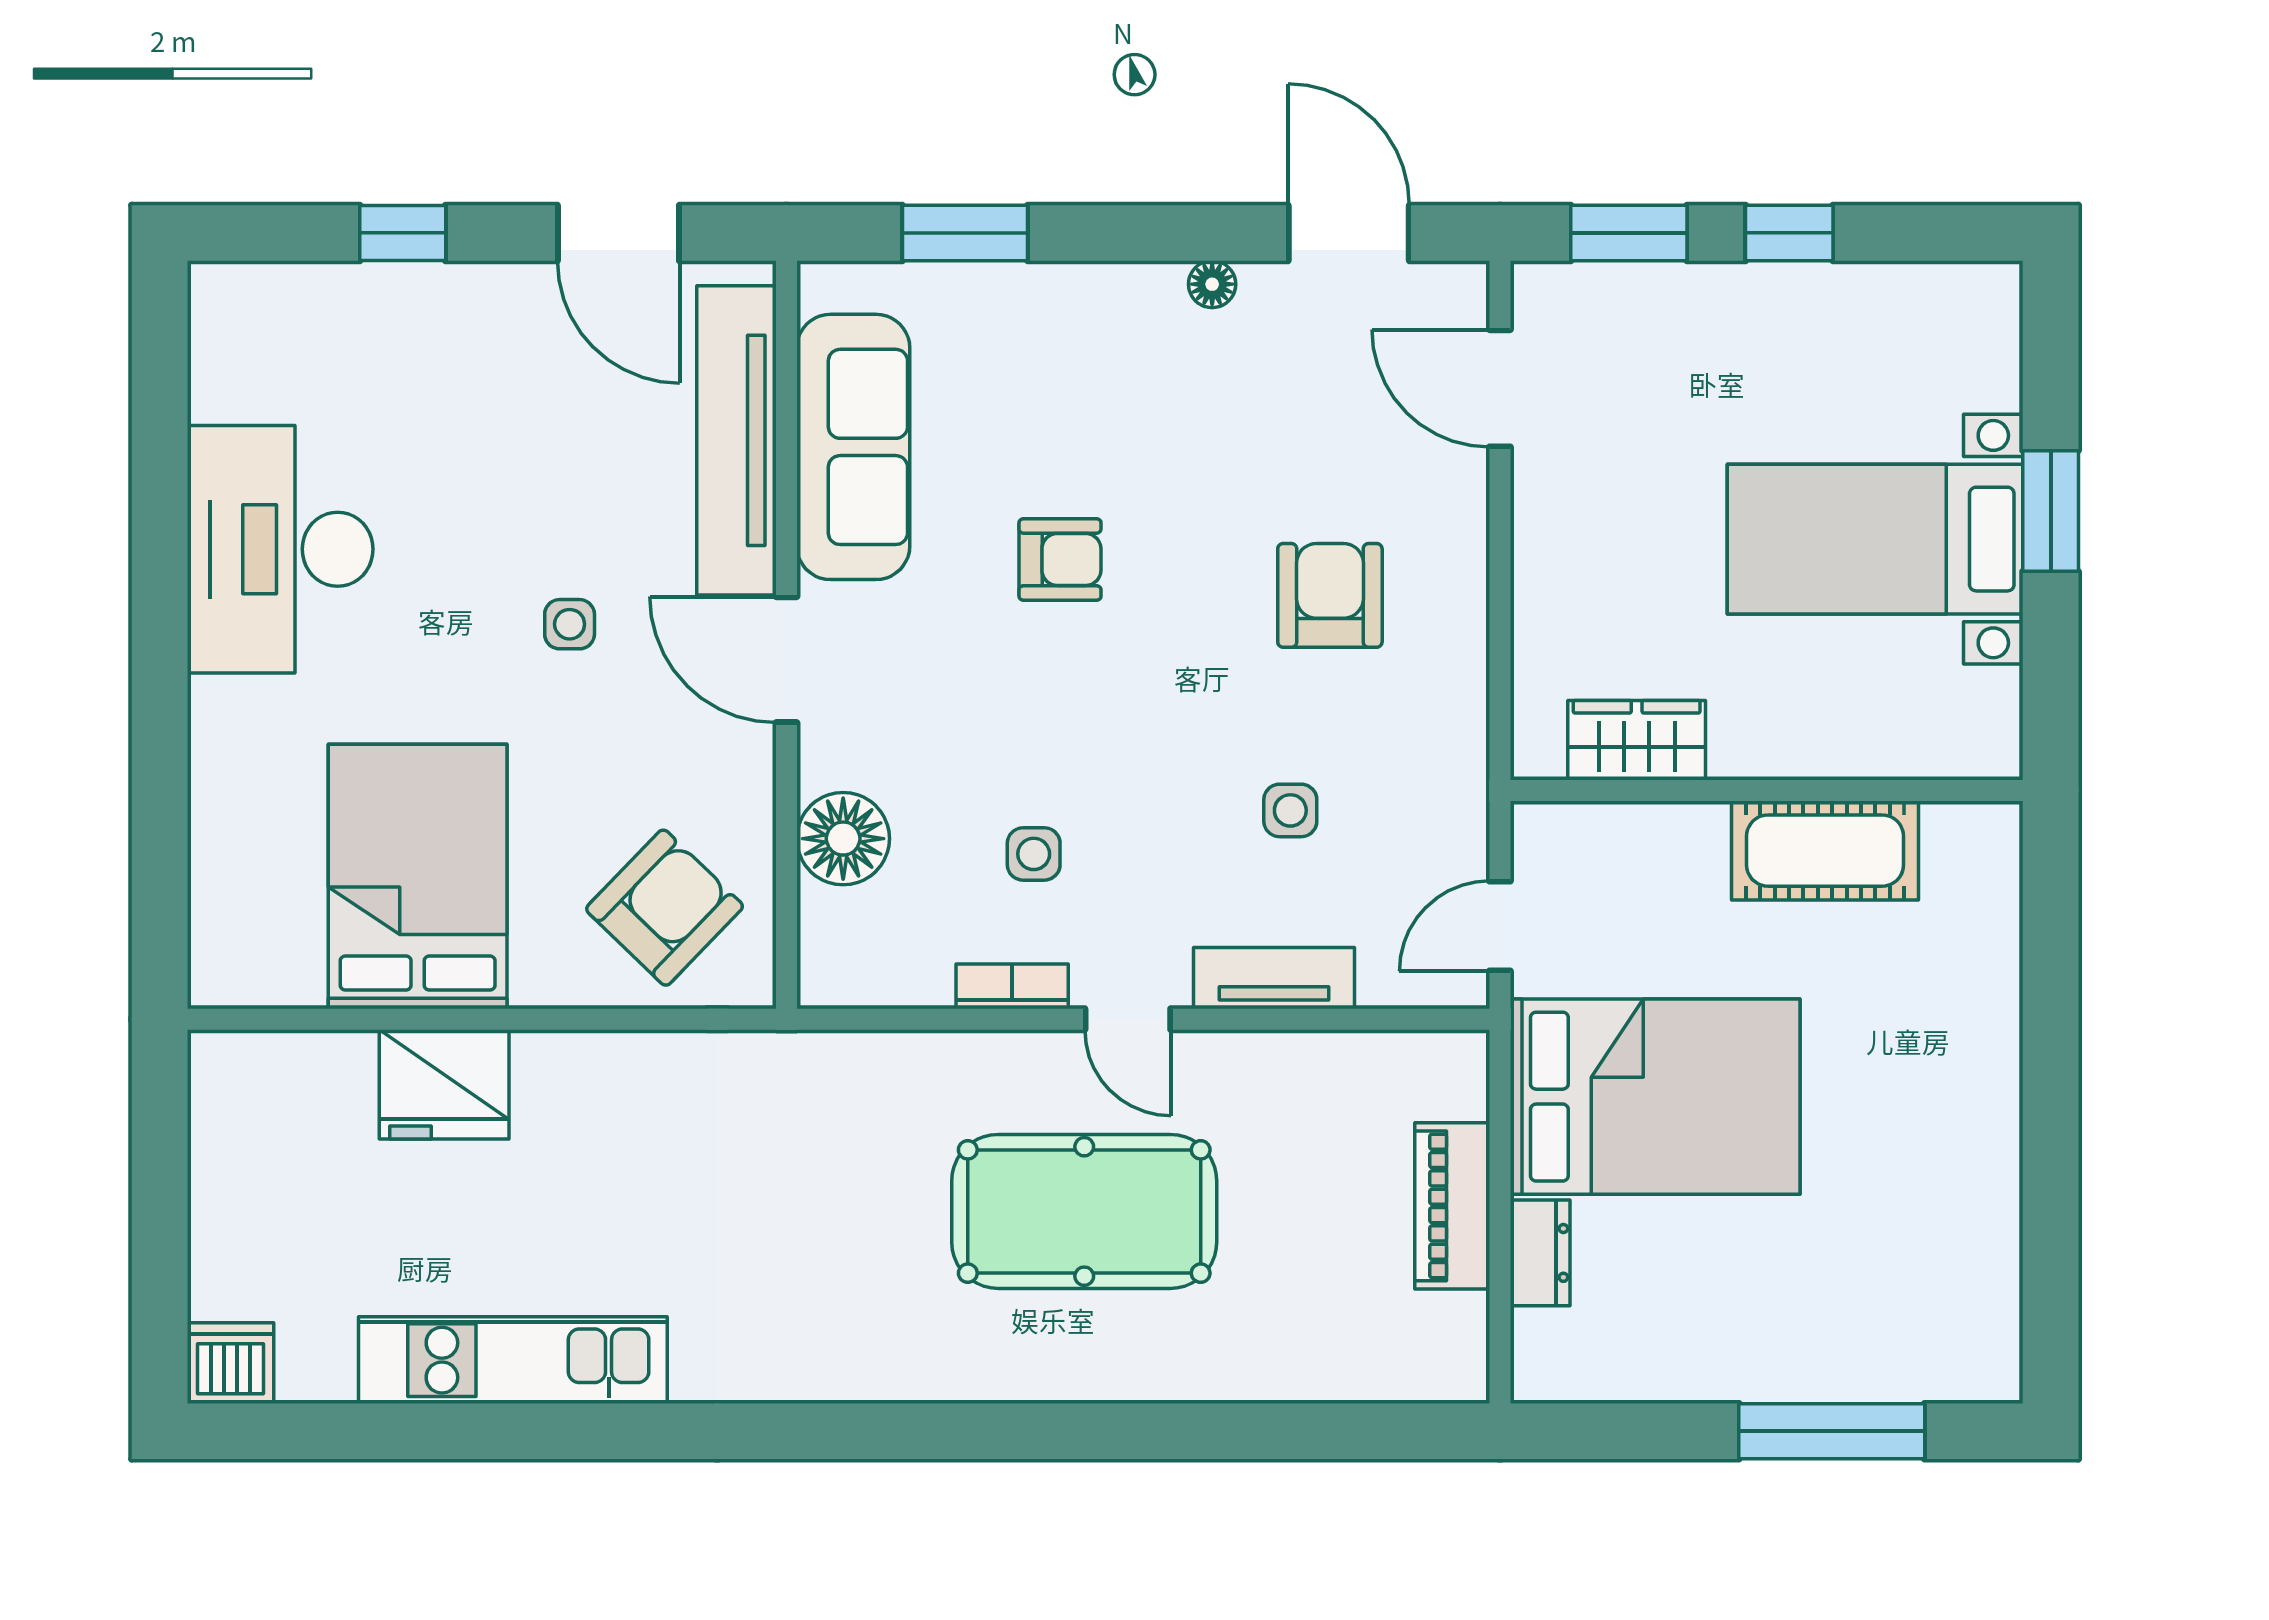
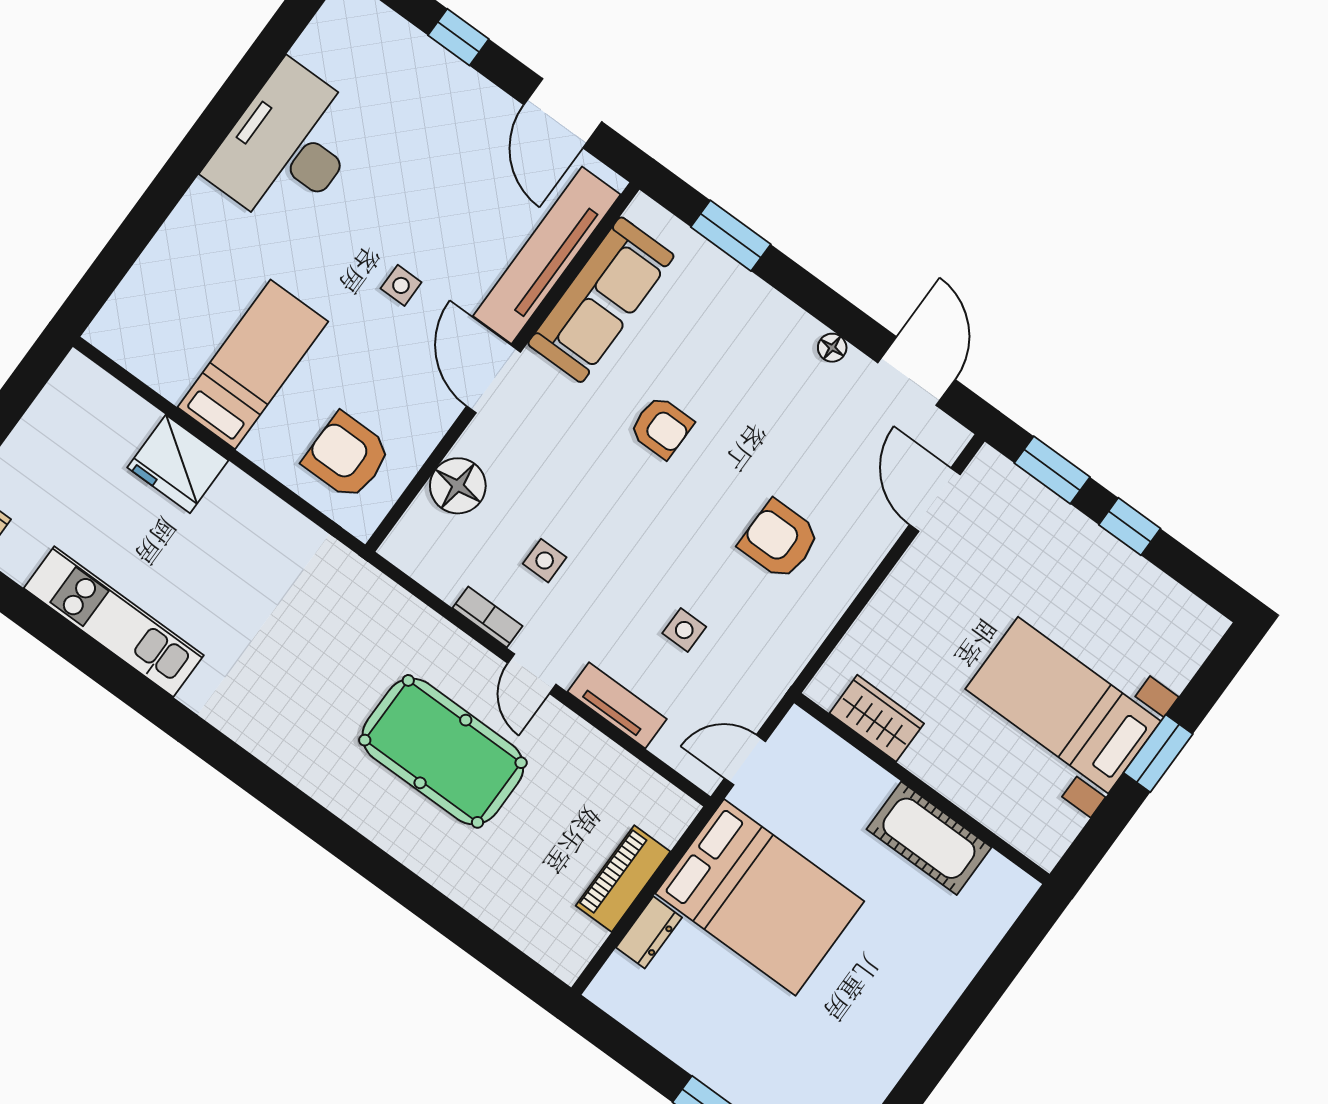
armchair: (1330, 595) -> (779, 540), turned -90
bed: (418, 876) -> (253, 364), width x0.67
armchair: (665, 908) -> (347, 456), turned -134

